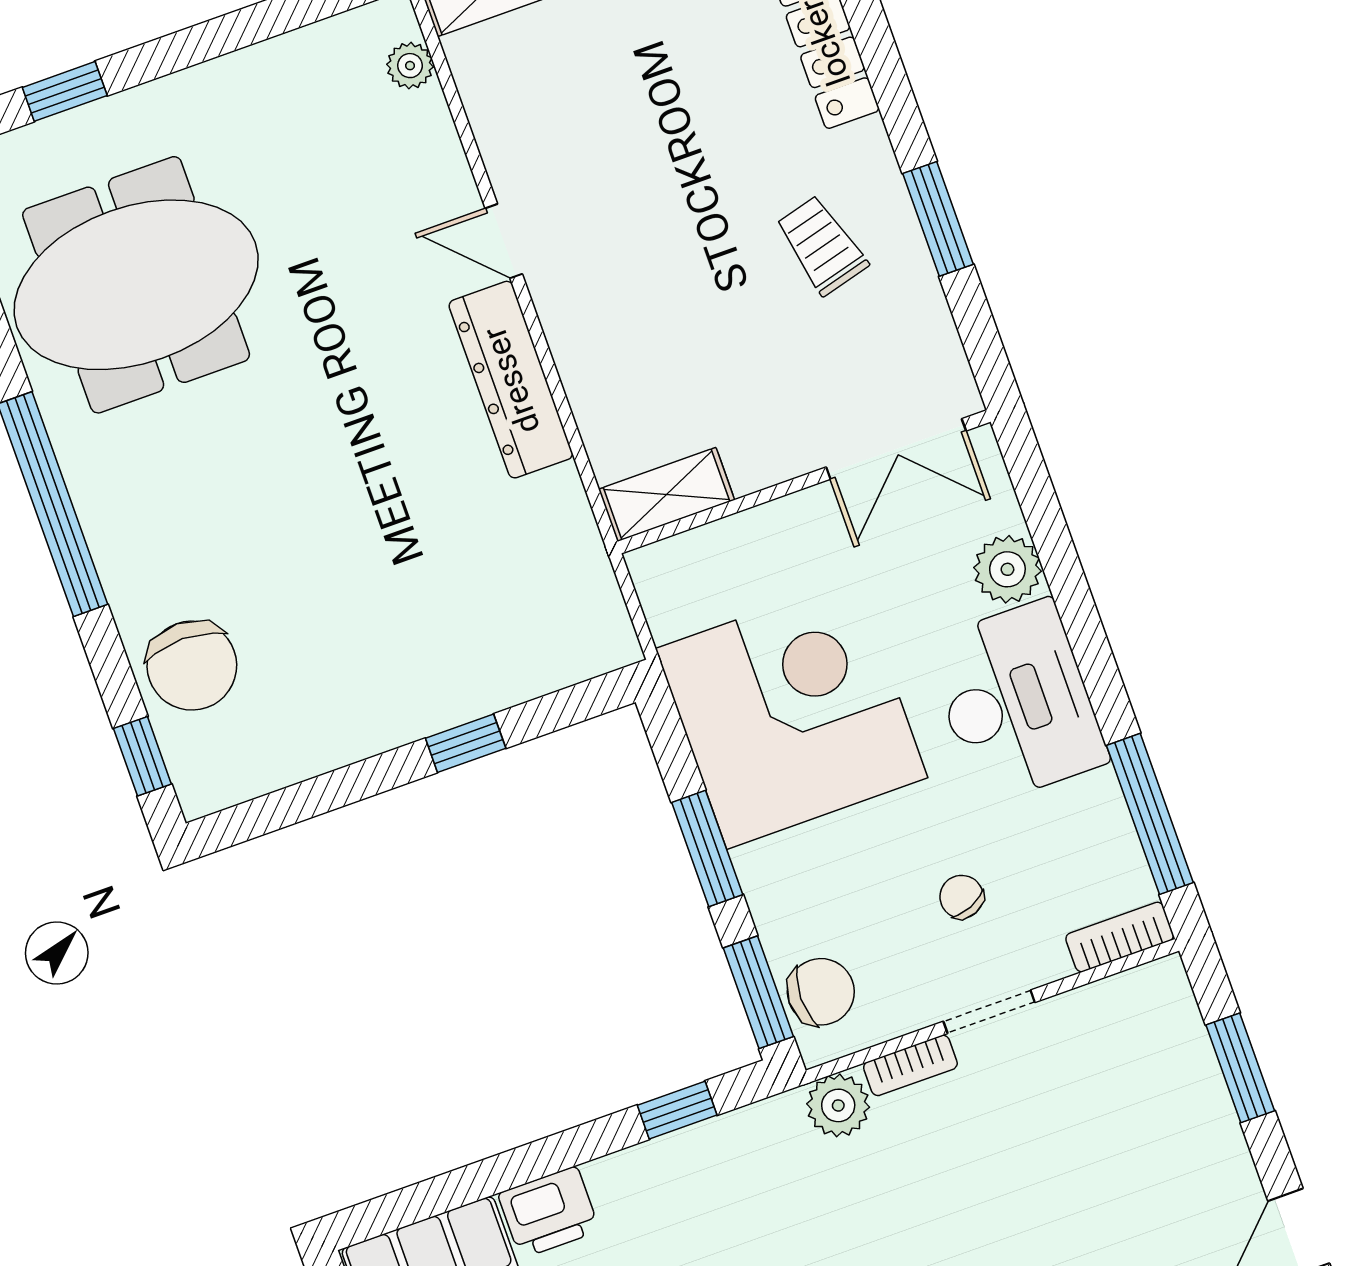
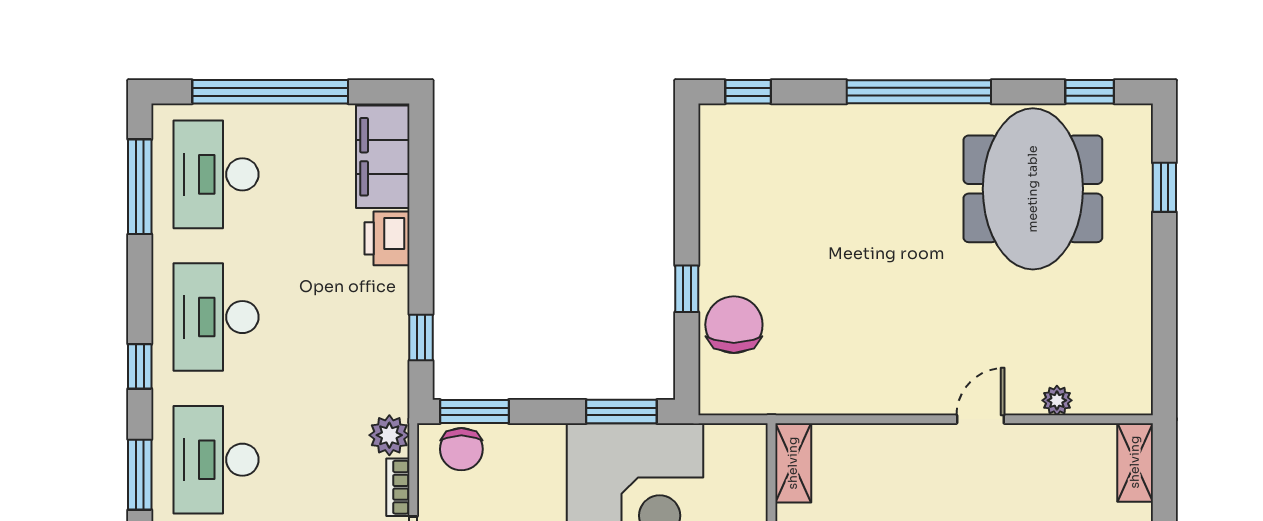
plant: (410, 66) -> (1057, 400), moved
dresser: (511, 380) -> (896, 394), removed
chair: (192, 666) -> (734, 325), moved, turned 90
window: (707, 848) -> (621, 411), moved

